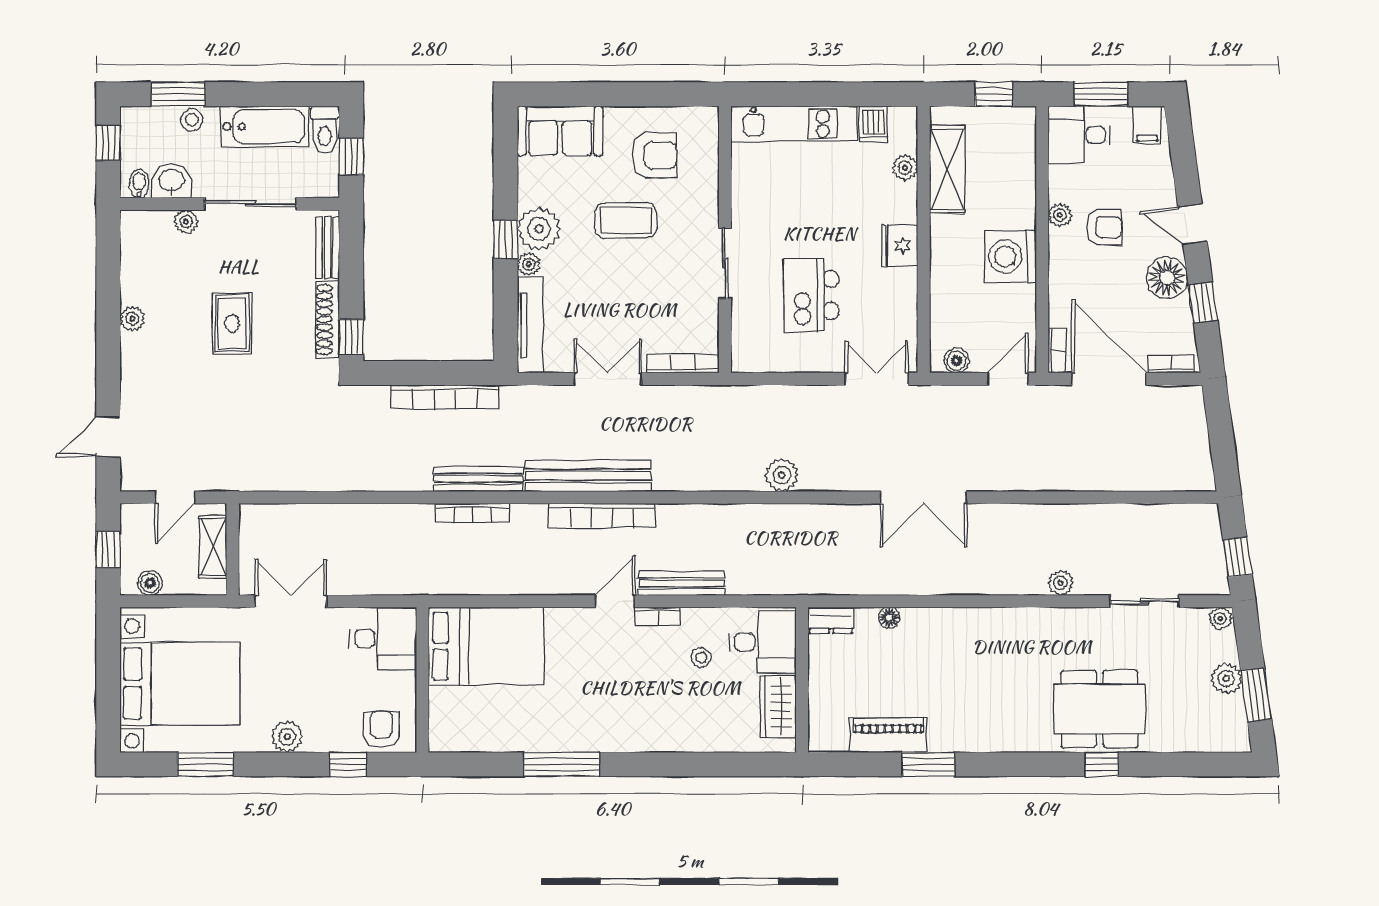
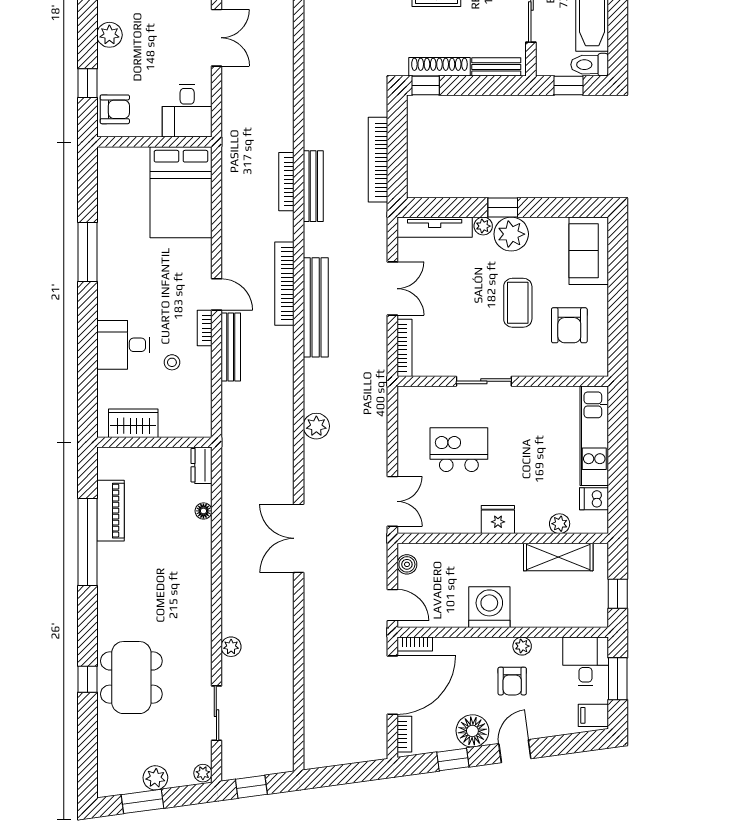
bench: (588, 476) -> (316, 307), moved
desk: (763, 642) -> (123, 345), moved, turned 90
window: (928, 764) -> (87, 542), width x2.11

